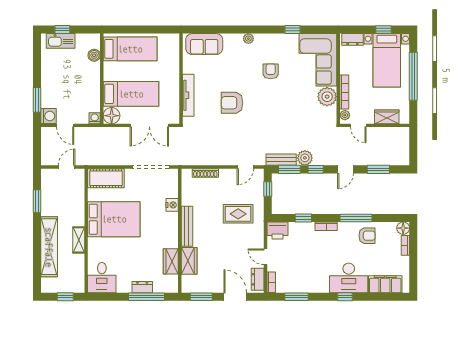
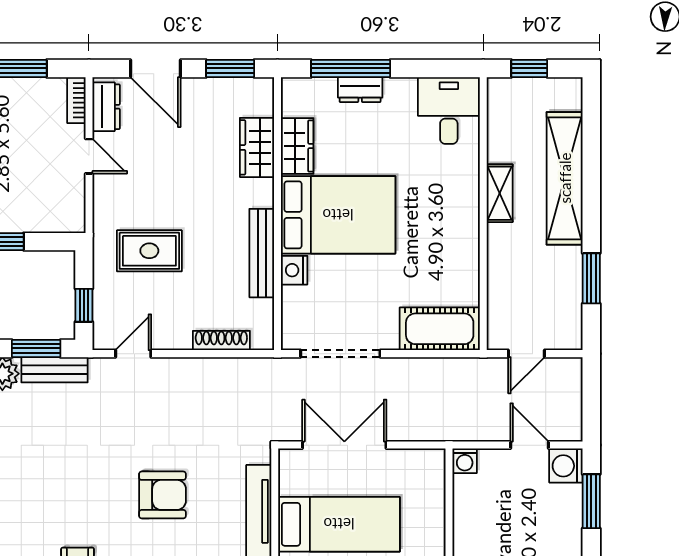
bed: (131, 94) -> (339, 524), moved, turned 180
floor lamp: (112, 116) -> (427, 467), removed
bed: (114, 219) -> (338, 215), moved, turned 180
bench: (187, 226) -> (262, 253), moved
printer: (277, 230) -> (63, 214), removed

